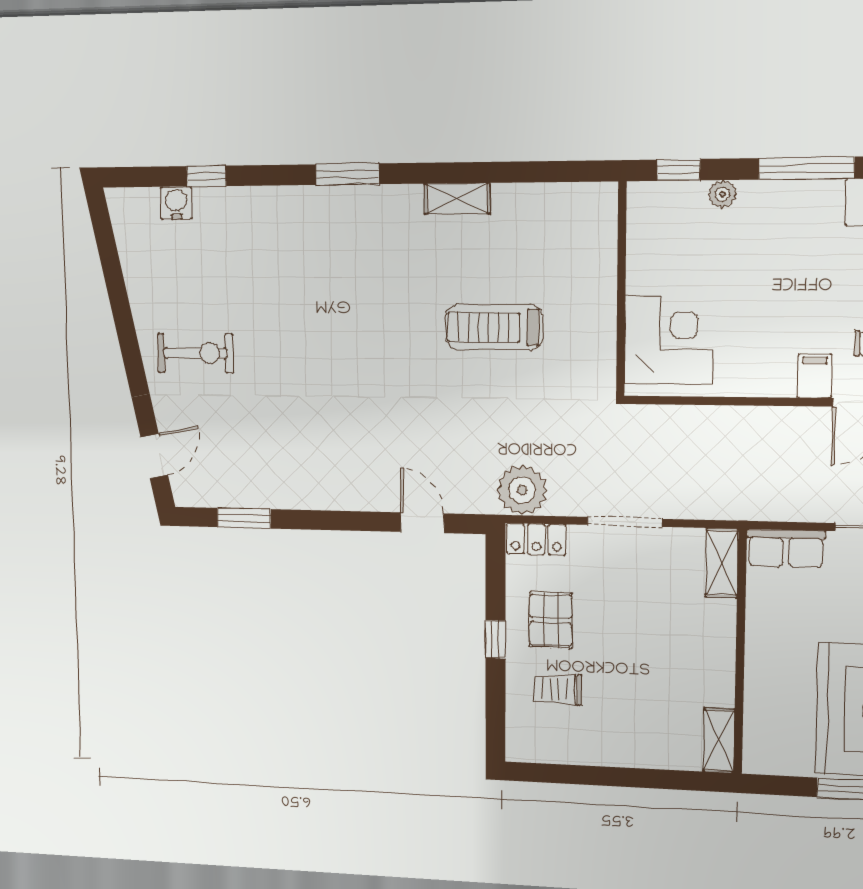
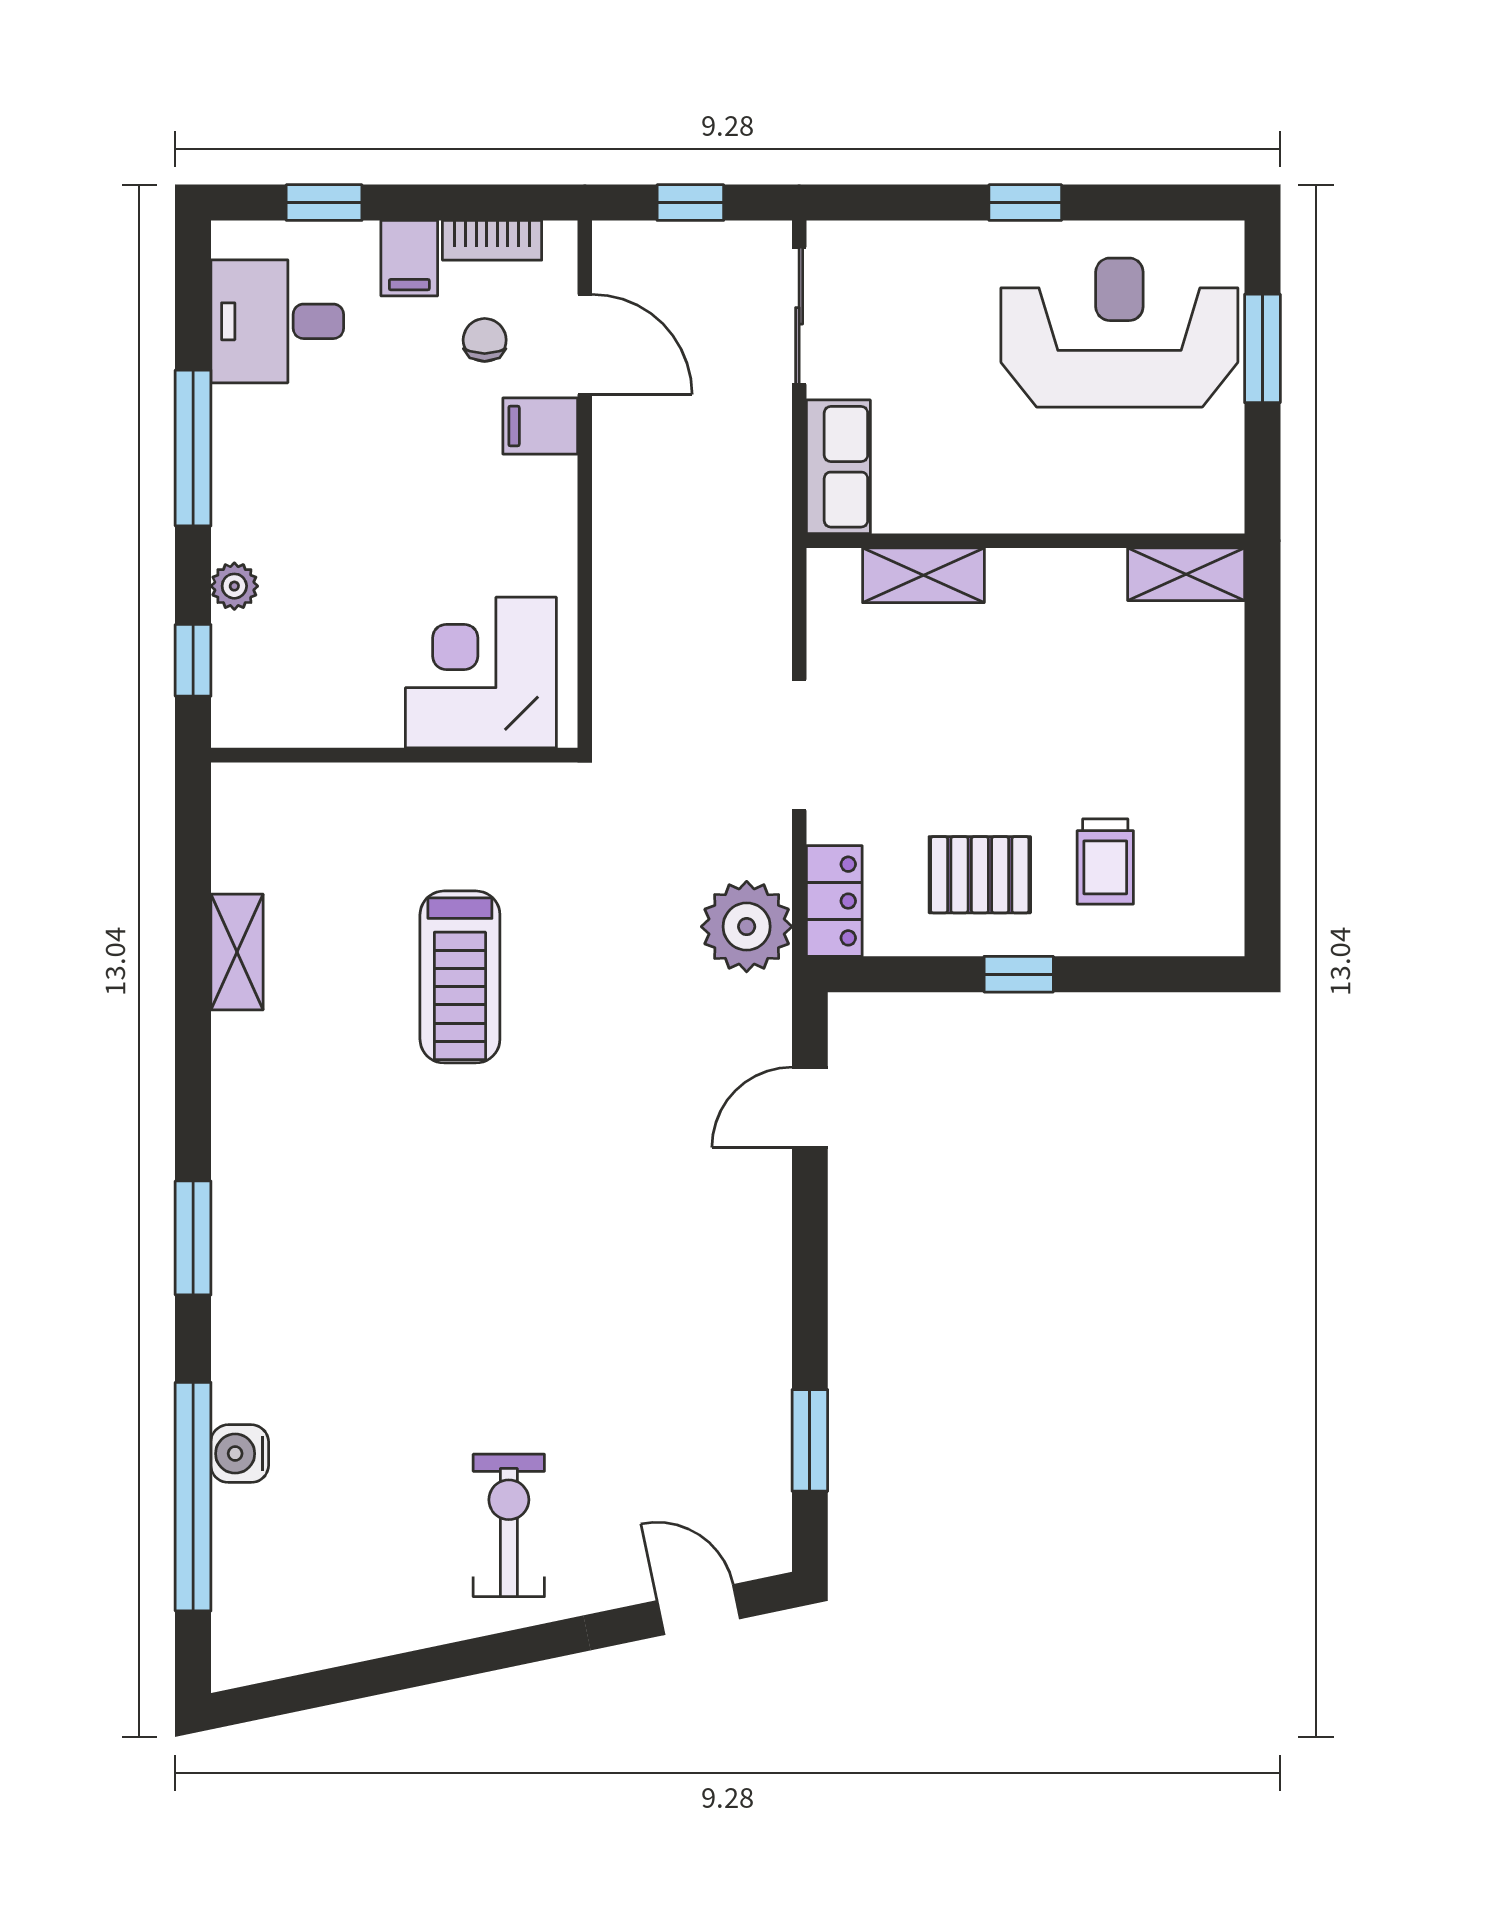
window: (207, 176) -> (193, 1497), width x3.17
shelving: (457, 199) -> (237, 952), moved
water cooler: (176, 203) -> (240, 1454), moved
shelving: (722, 563) -> (923, 575), moved

